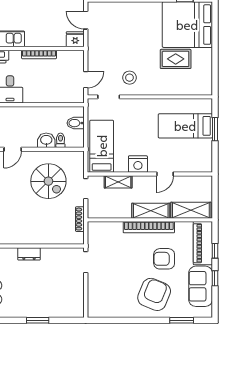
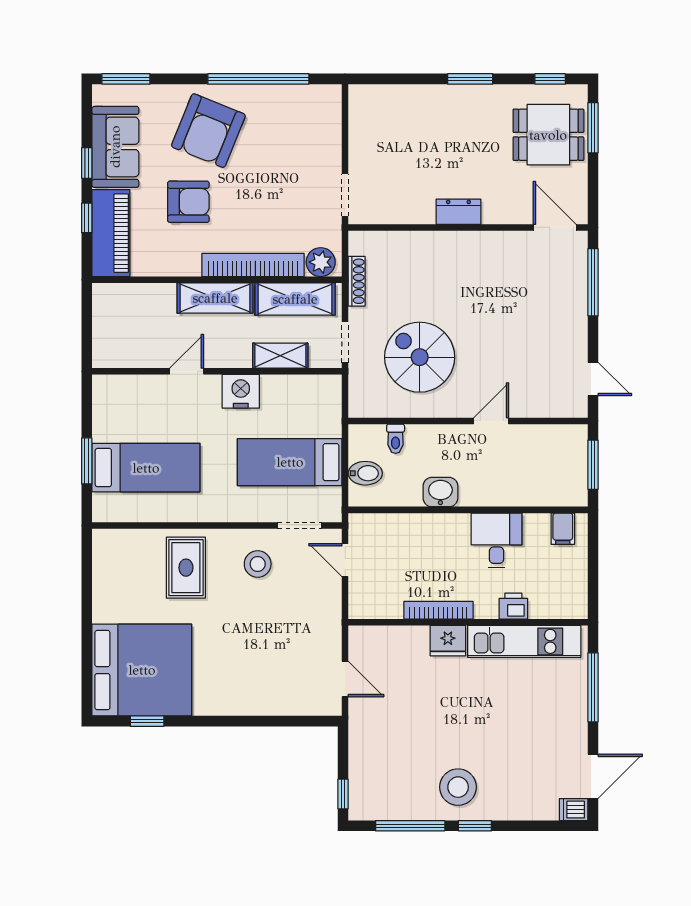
fridge: (75, 39) -> (448, 641), moved
rug: (176, 59) -> (186, 568), moved, turned 90
door: (86, 80) -> (345, 560), hinge flipped
washbasin: (46, 140) -> (440, 492), moved, turned 180
bed: (102, 146) -> (290, 462), moved, turned 90
shelving: (191, 210) -> (295, 299), moved
bookcase: (149, 227) -> (253, 265), moved
plant: (98, 229) -> (321, 262), added
window: (38, 320) -> (470, 79), moved
window: (129, 320) -> (258, 79), added
window: (182, 320) -> (126, 79), moved

